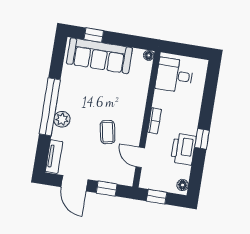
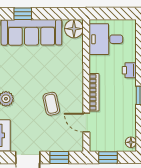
floor lamp: (149, 55) -> (74, 29), width x1.89, depth x1.89
bookcase: (154, 121) -> (94, 92), width x1.56
printer: (183, 149) -> (129, 70), moved, width x0.53, depth x0.68

